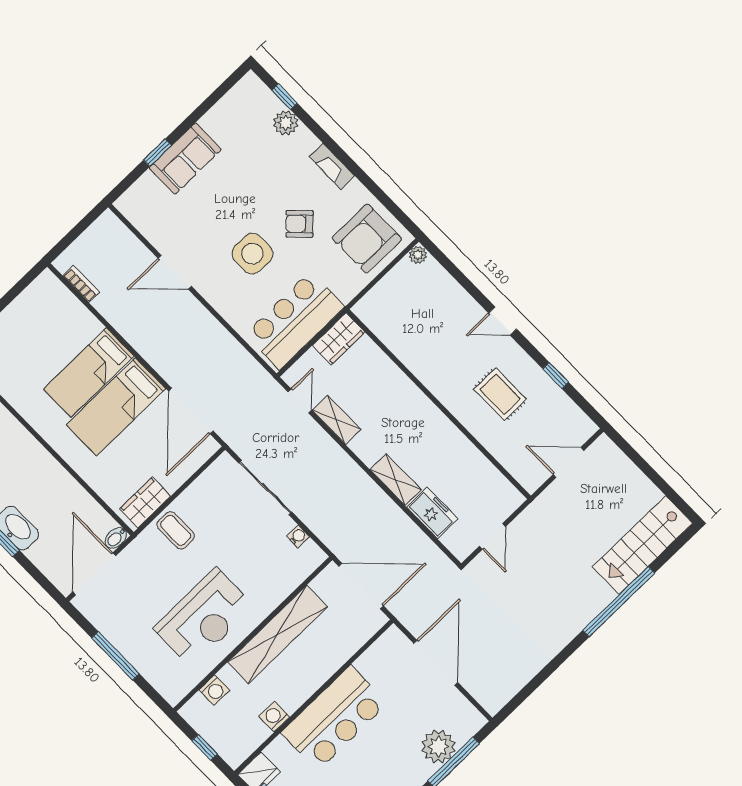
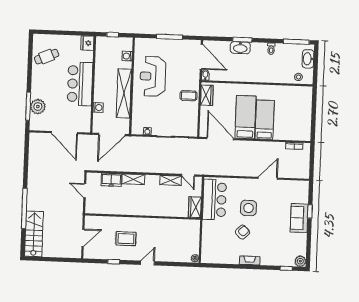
plant: (286, 123) -> (300, 261), moved
armchair: (367, 239) -> (216, 248), removed
washing machine: (274, 717) -> (98, 108), moved

